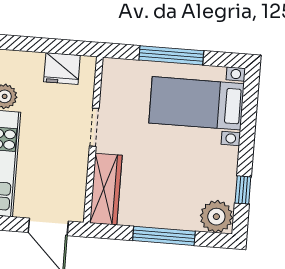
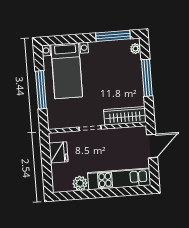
window: (243, 190) -> (113, 36), width x2.17
plant: (216, 217) -> (135, 49), width x0.53, depth x0.53

